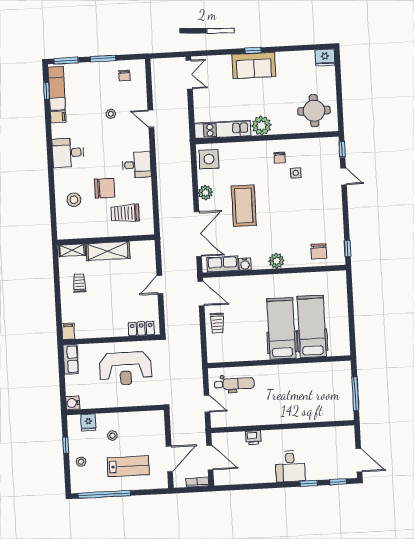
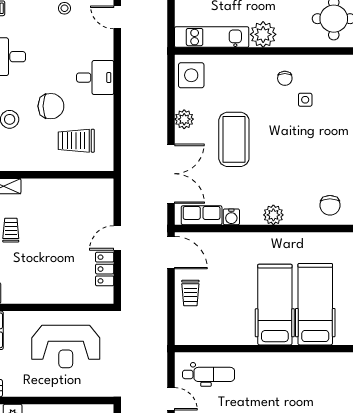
shelving: (108, 251) -> (51, 190), removed
locker: (141, 329) -> (105, 269), moved, turned -90

